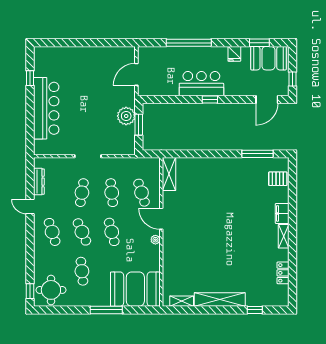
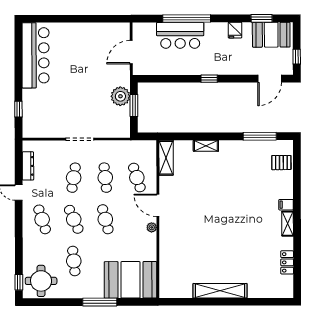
window: (30, 78) -> (18, 109), moved
bar counter: (201, 84) -> (180, 35), moved, turned 180
bar counter: (46, 108) -> (36, 55), moved
filing cabinet: (282, 213) -> (286, 205), width x0.50
shelving: (182, 301) -> (206, 146), moved
window: (255, 310) -> (257, 302), removed

